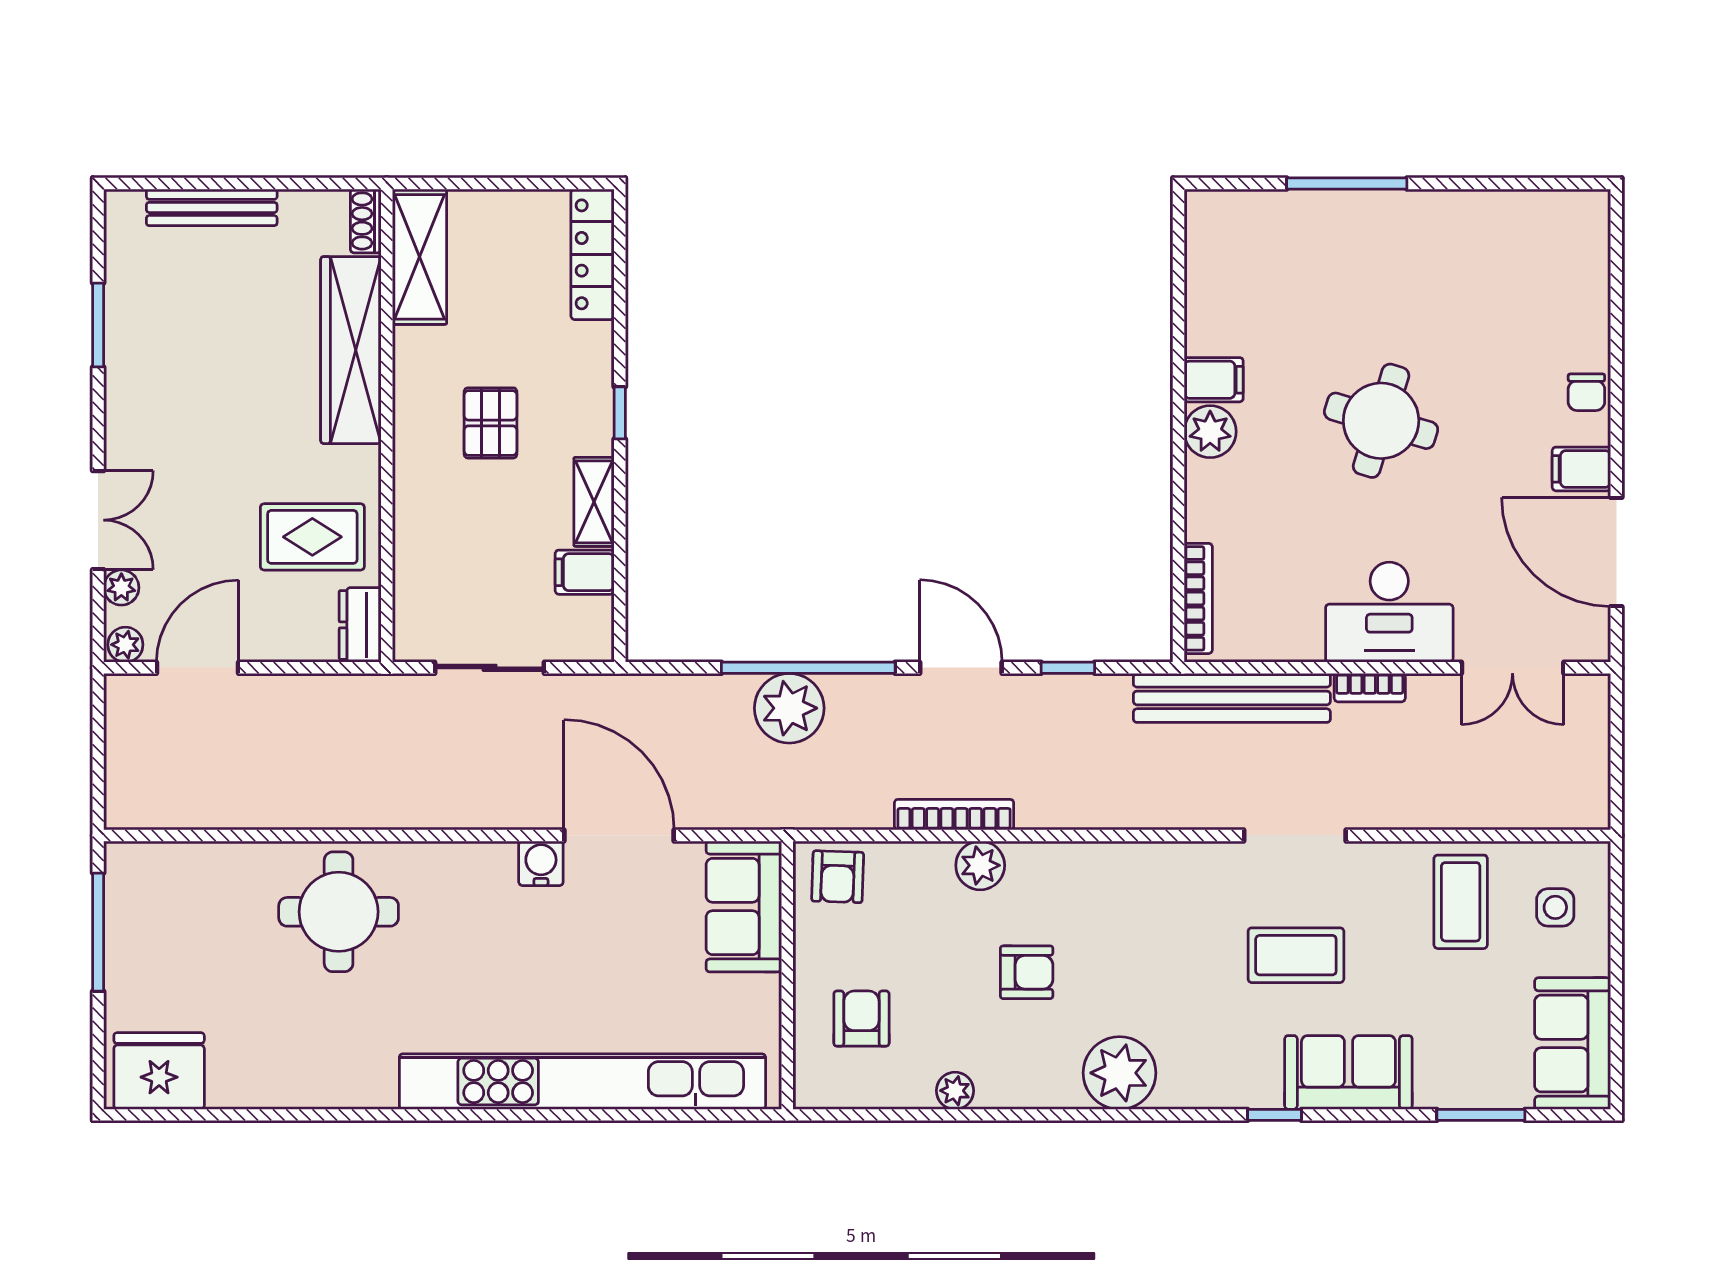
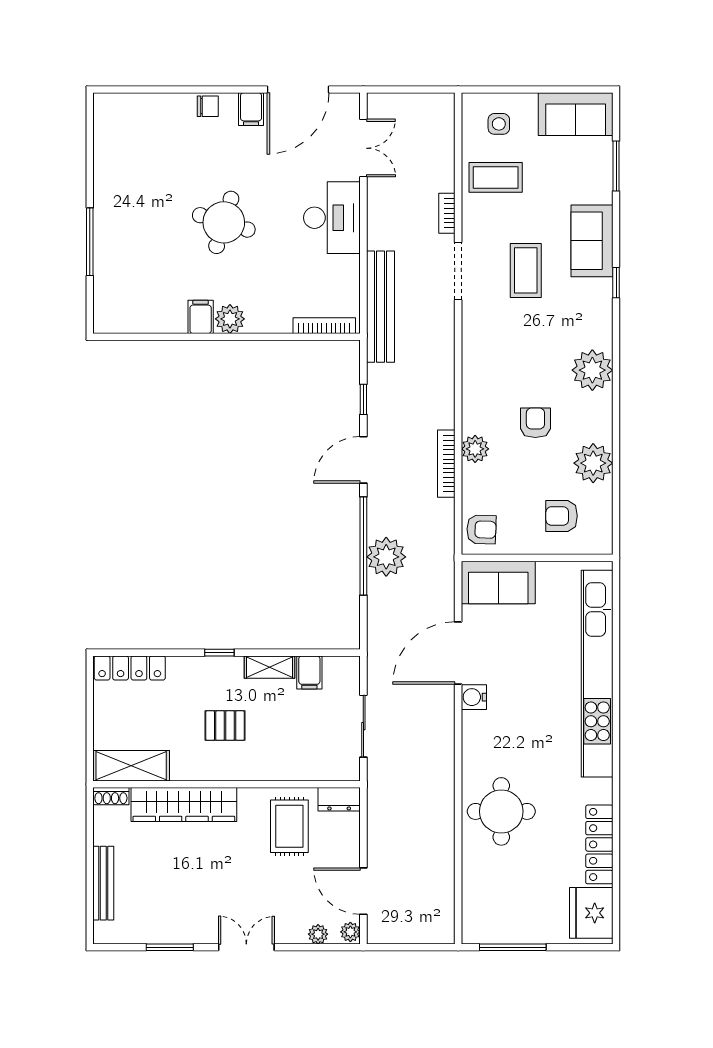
double door: (98, 520) -> (246, 947), moved
bookcase: (1370, 688) -> (447, 213), moved, turned 180
locker: (280, 1085) -> (599, 844), added
plant: (955, 1091) -> (593, 463), width x1.88, depth x1.88

